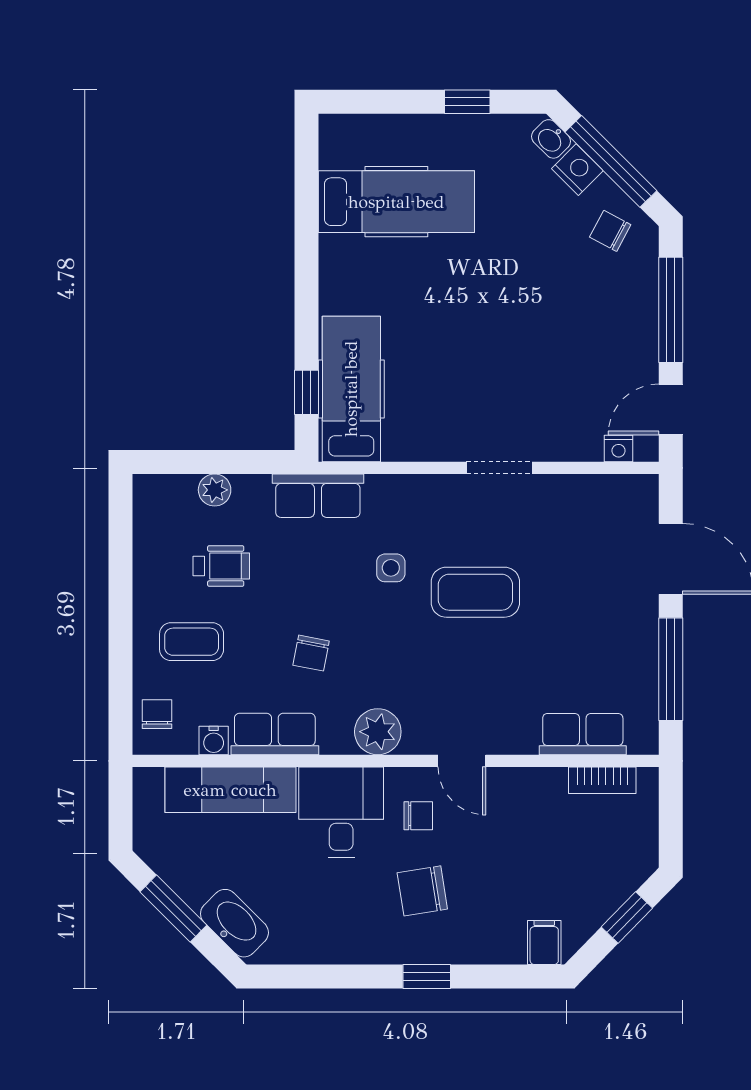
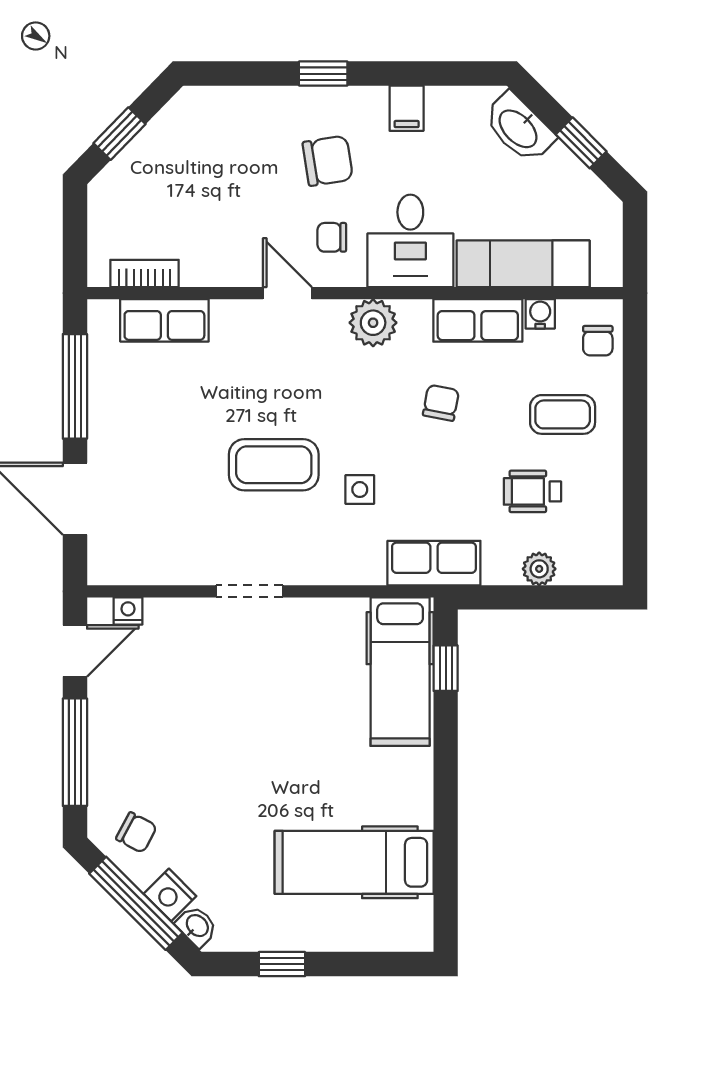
window: (173, 909) -> (581, 143), width x0.67
filing cabinet: (544, 942) -> (407, 108), moved

